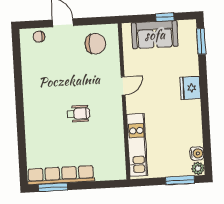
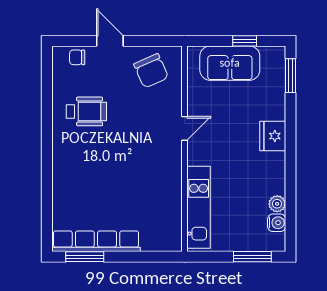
chair: (95, 44) -> (151, 71), turned 66
wheelchair: (78, 114) -> (86, 111), moved, width x1.36, depth x1.37
plant: (198, 168) -> (277, 204), moved

